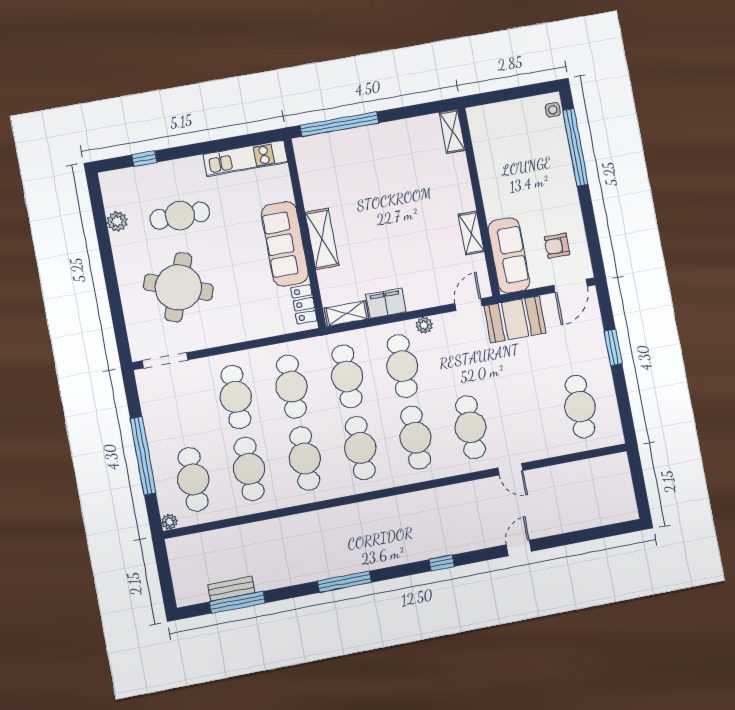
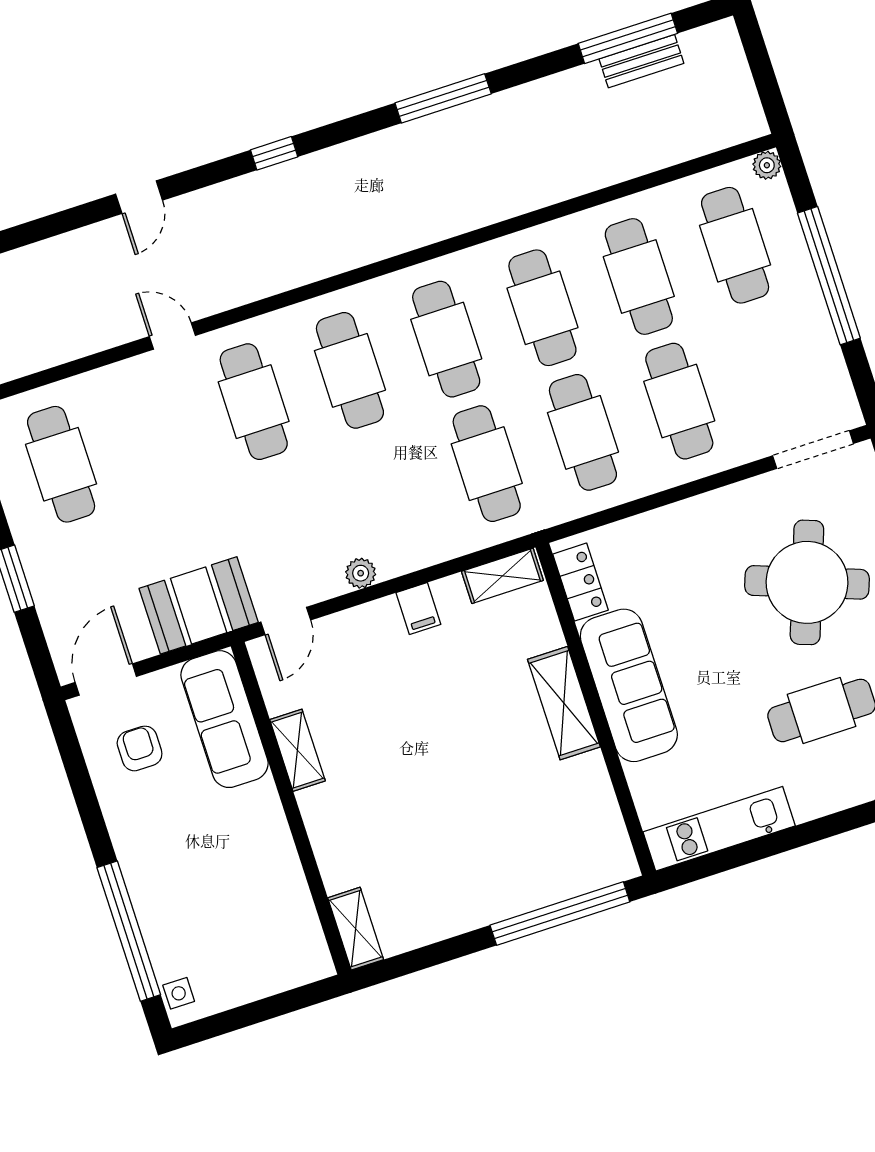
armchair: (557, 246) -> (140, 748), turned -90
filing cabinet: (386, 303) -> (418, 608), width x0.50
cafe table: (402, 366) -> (390, 495), removed

